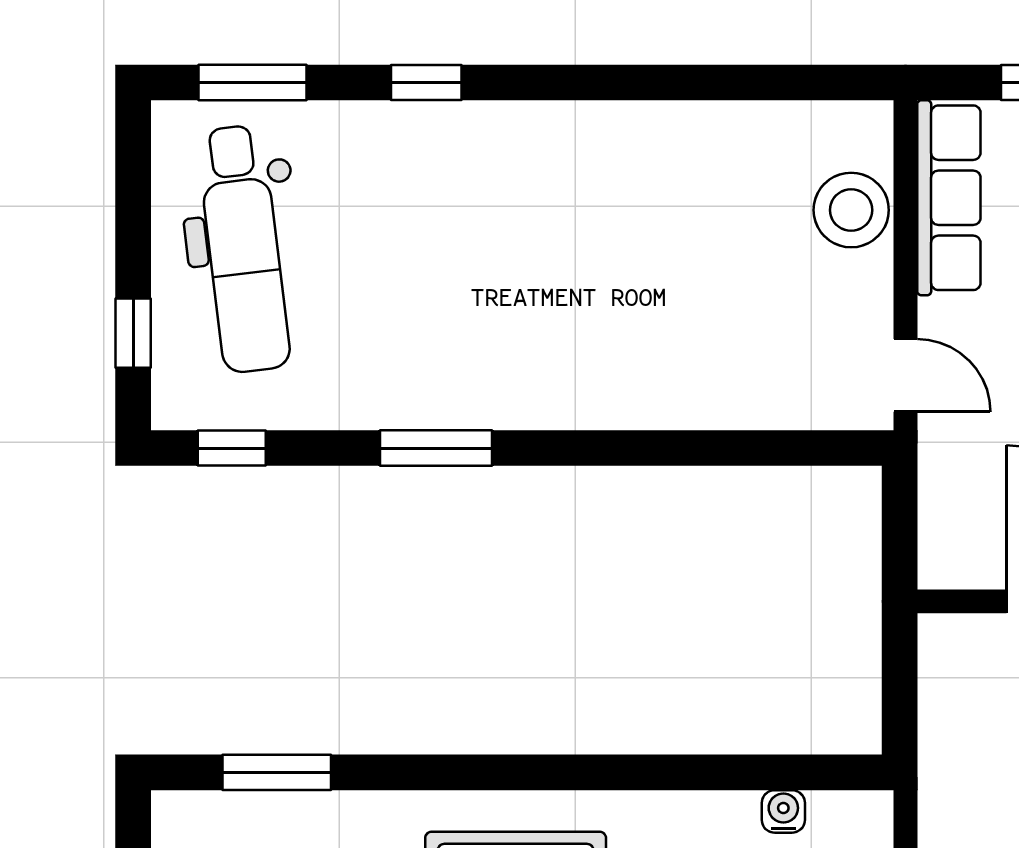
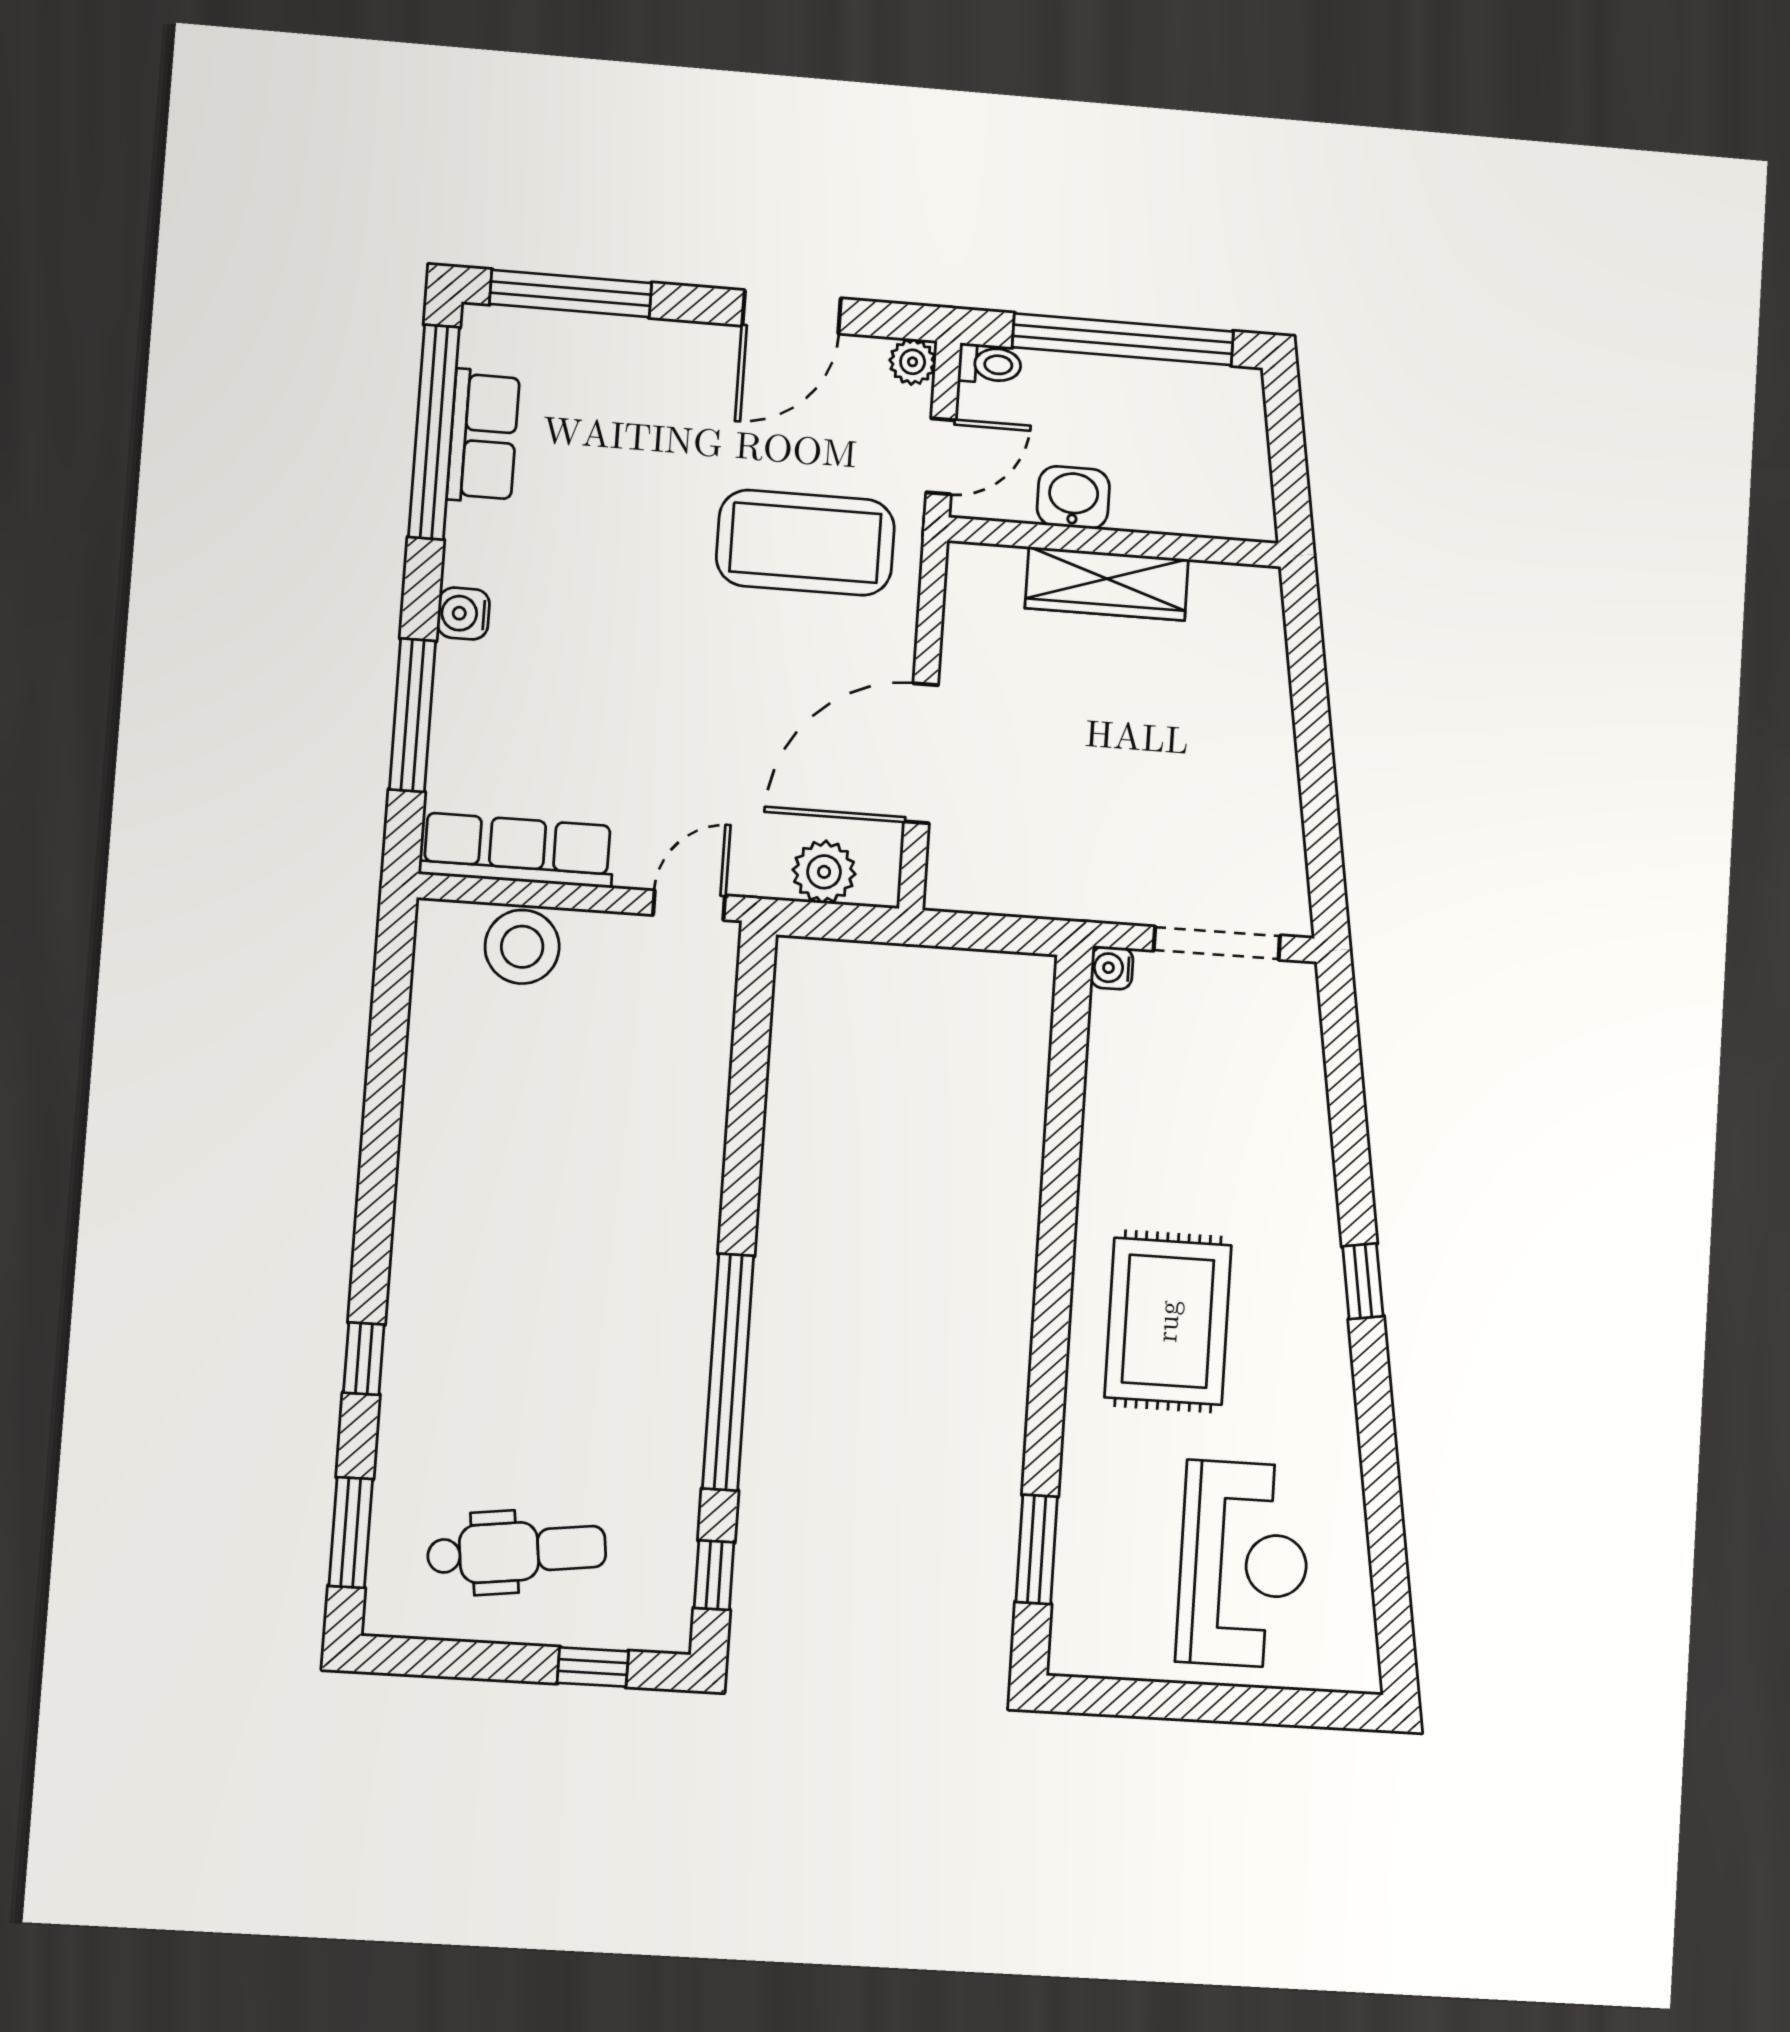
dental chair: (243, 249) -> (517, 1551), width x0.73, depth x0.72
window: (436, 448) -> (728, 1372), width x2.11
plant: (949, 510) -> (824, 872), added
water cooler: (783, 811) -> (1112, 968), moved

